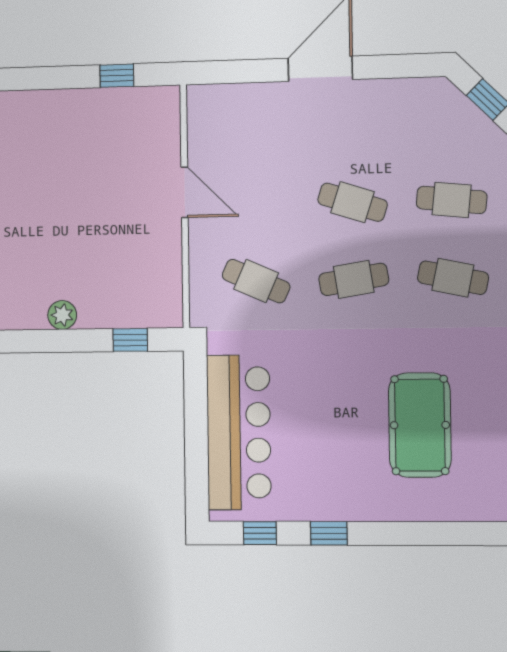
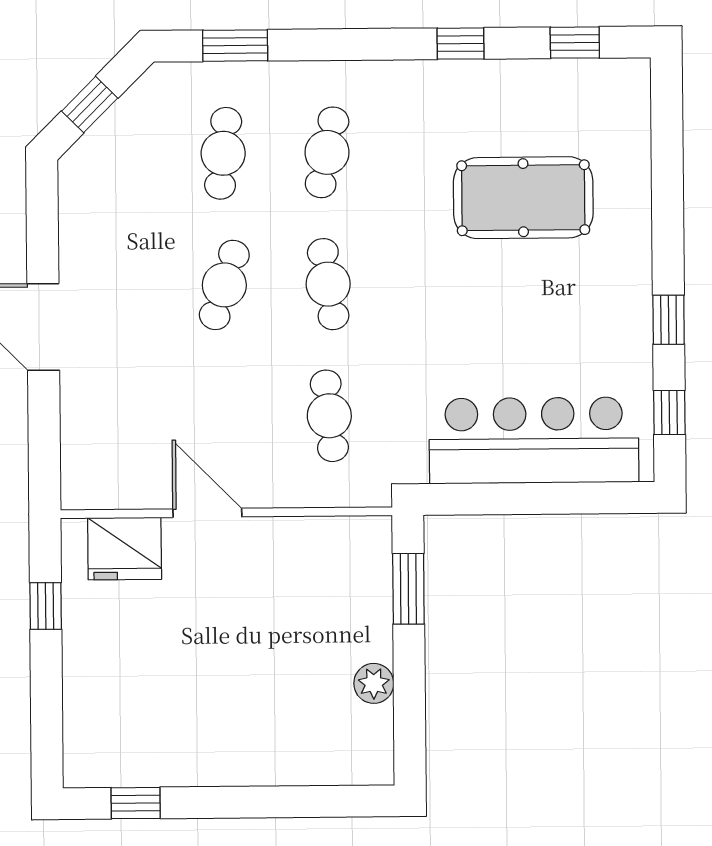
fridge: (158, 132) -> (125, 549), added
door: (185, 192) -> (207, 513), hinge flipped
cafe table: (256, 281) -> (329, 416), turned -30
window: (130, 340) -> (408, 589), width x1.50

